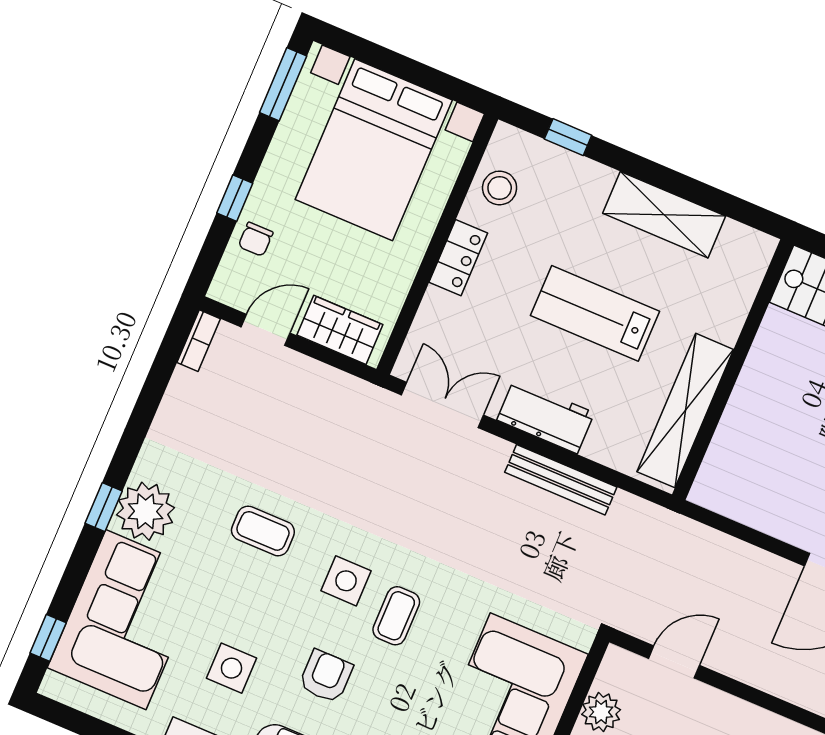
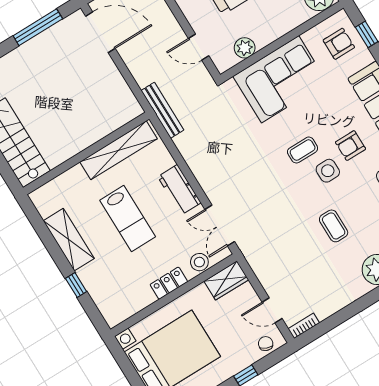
window: (568, 137) -> (76, 285), moved
stool: (500, 188) -> (199, 262), moved
chair: (256, 239) -> (266, 344), moved, turned -67
wardrobe: (340, 330) -> (226, 280), moved, turned -90
bench: (561, 480) -> (162, 110), moved
side table: (346, 581) -> (328, 171), moved

